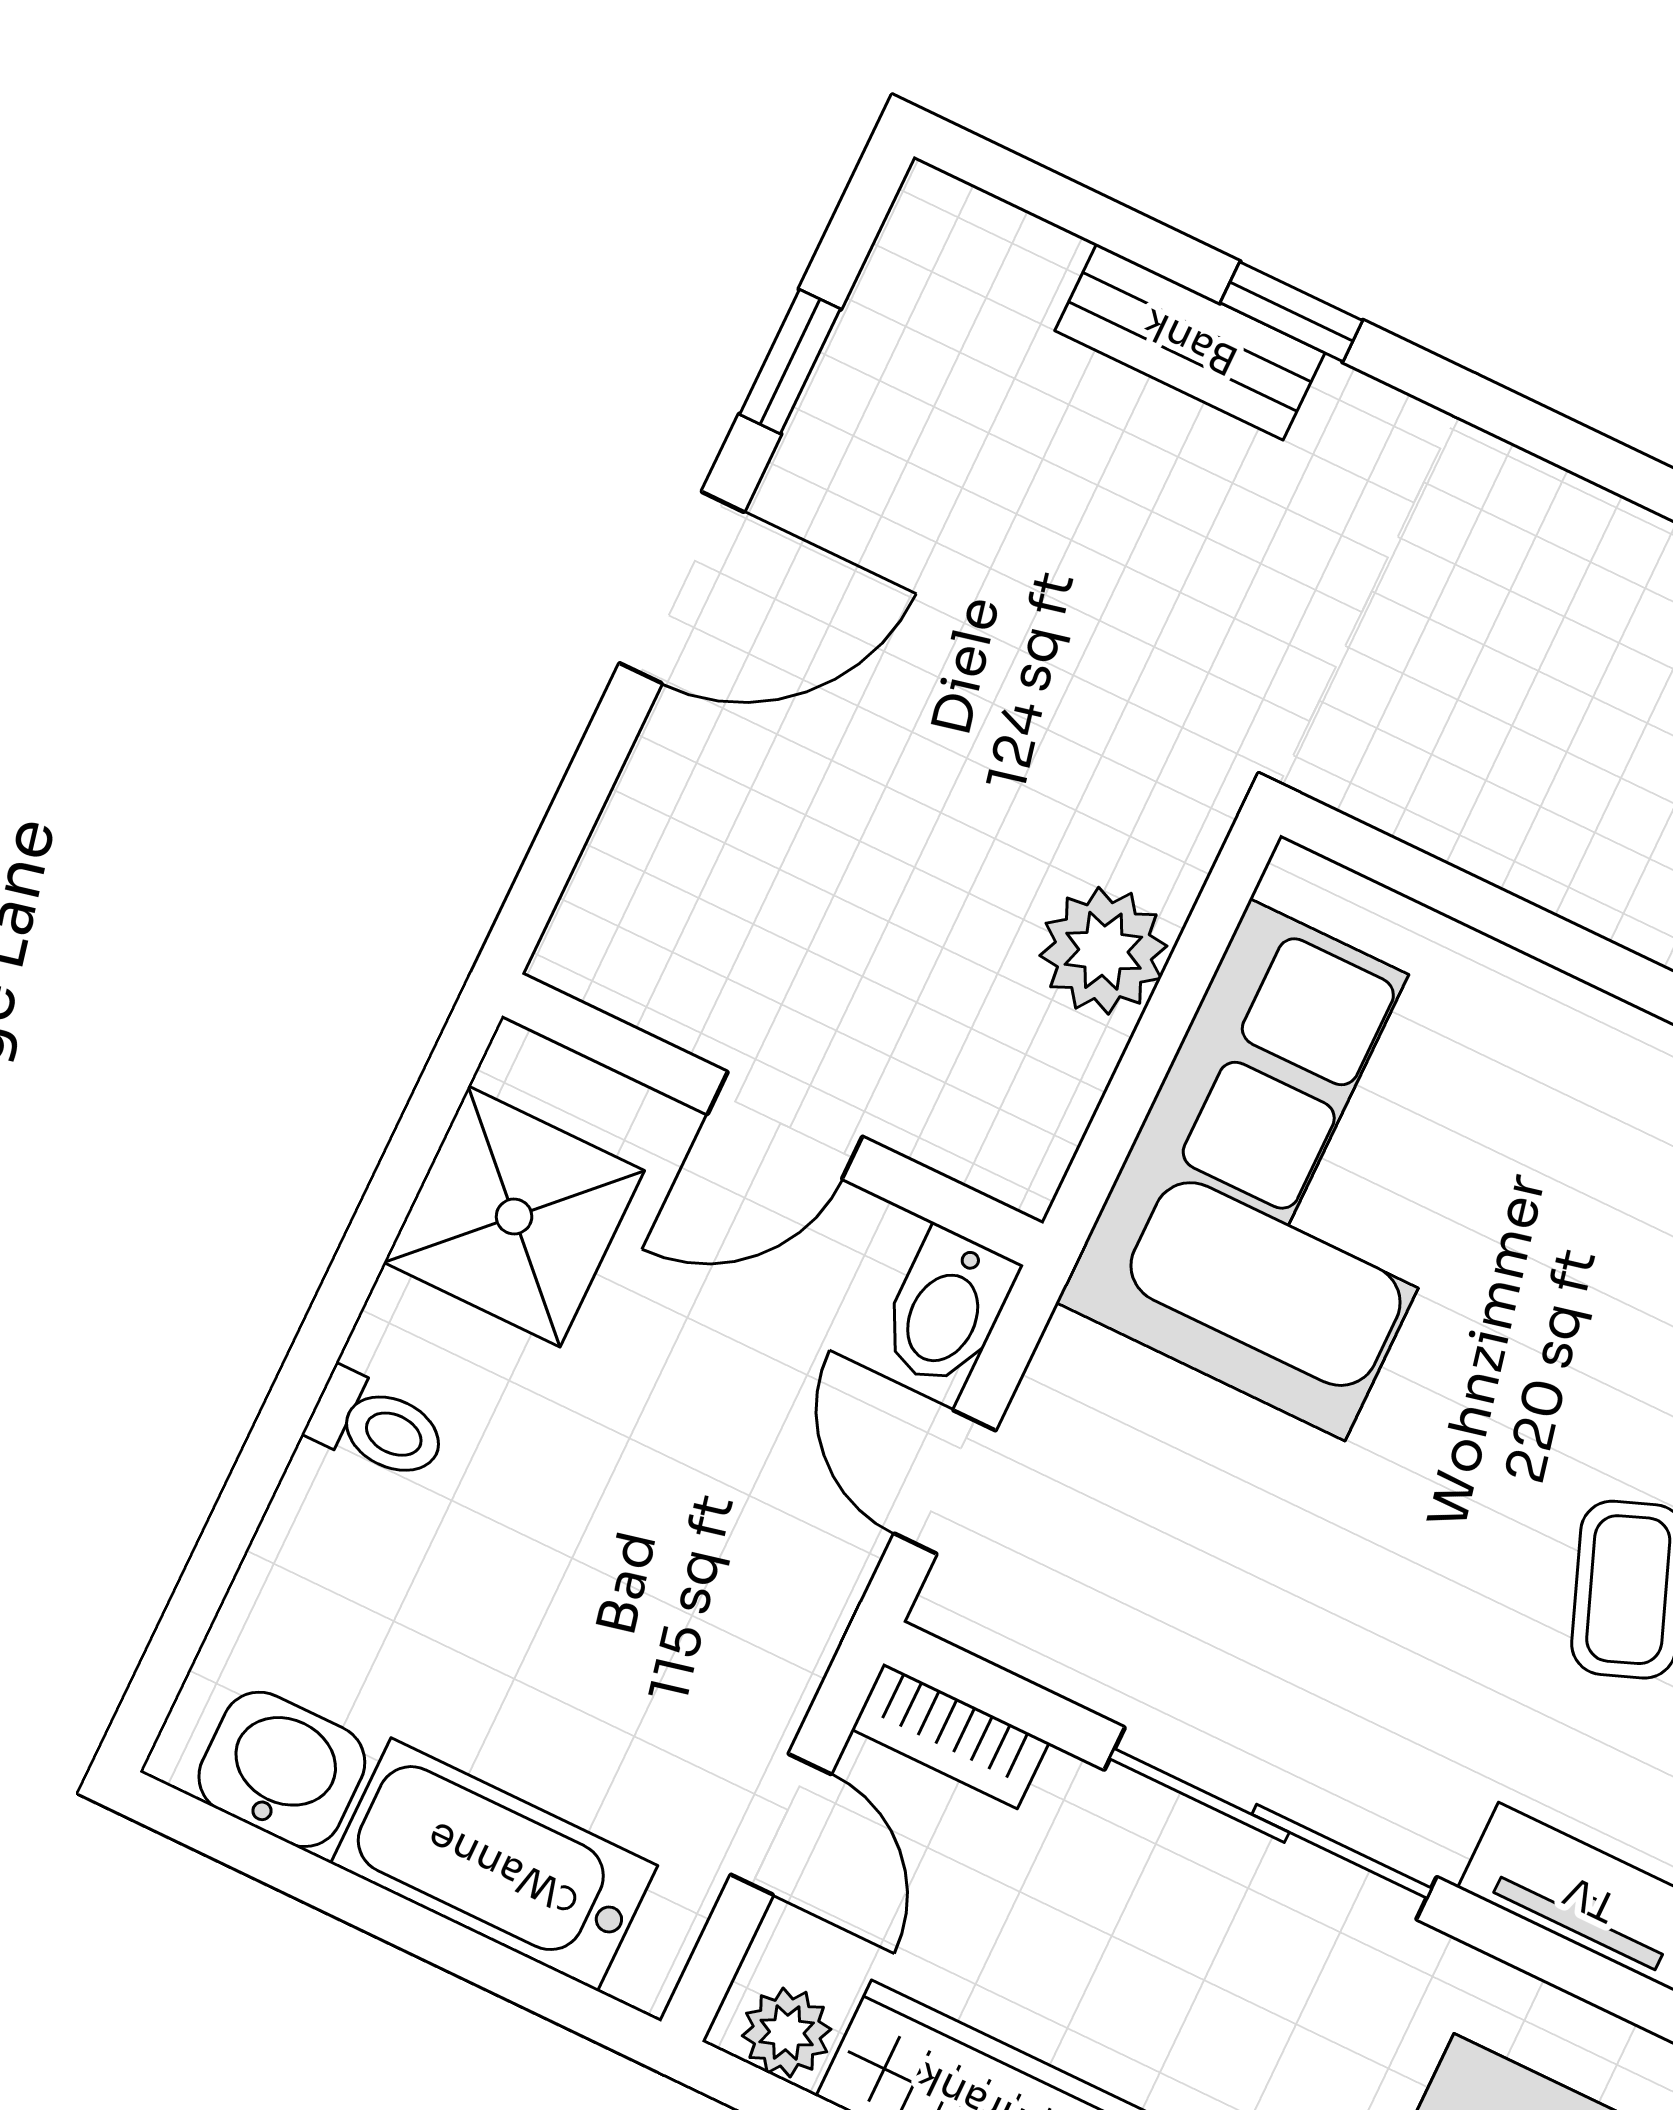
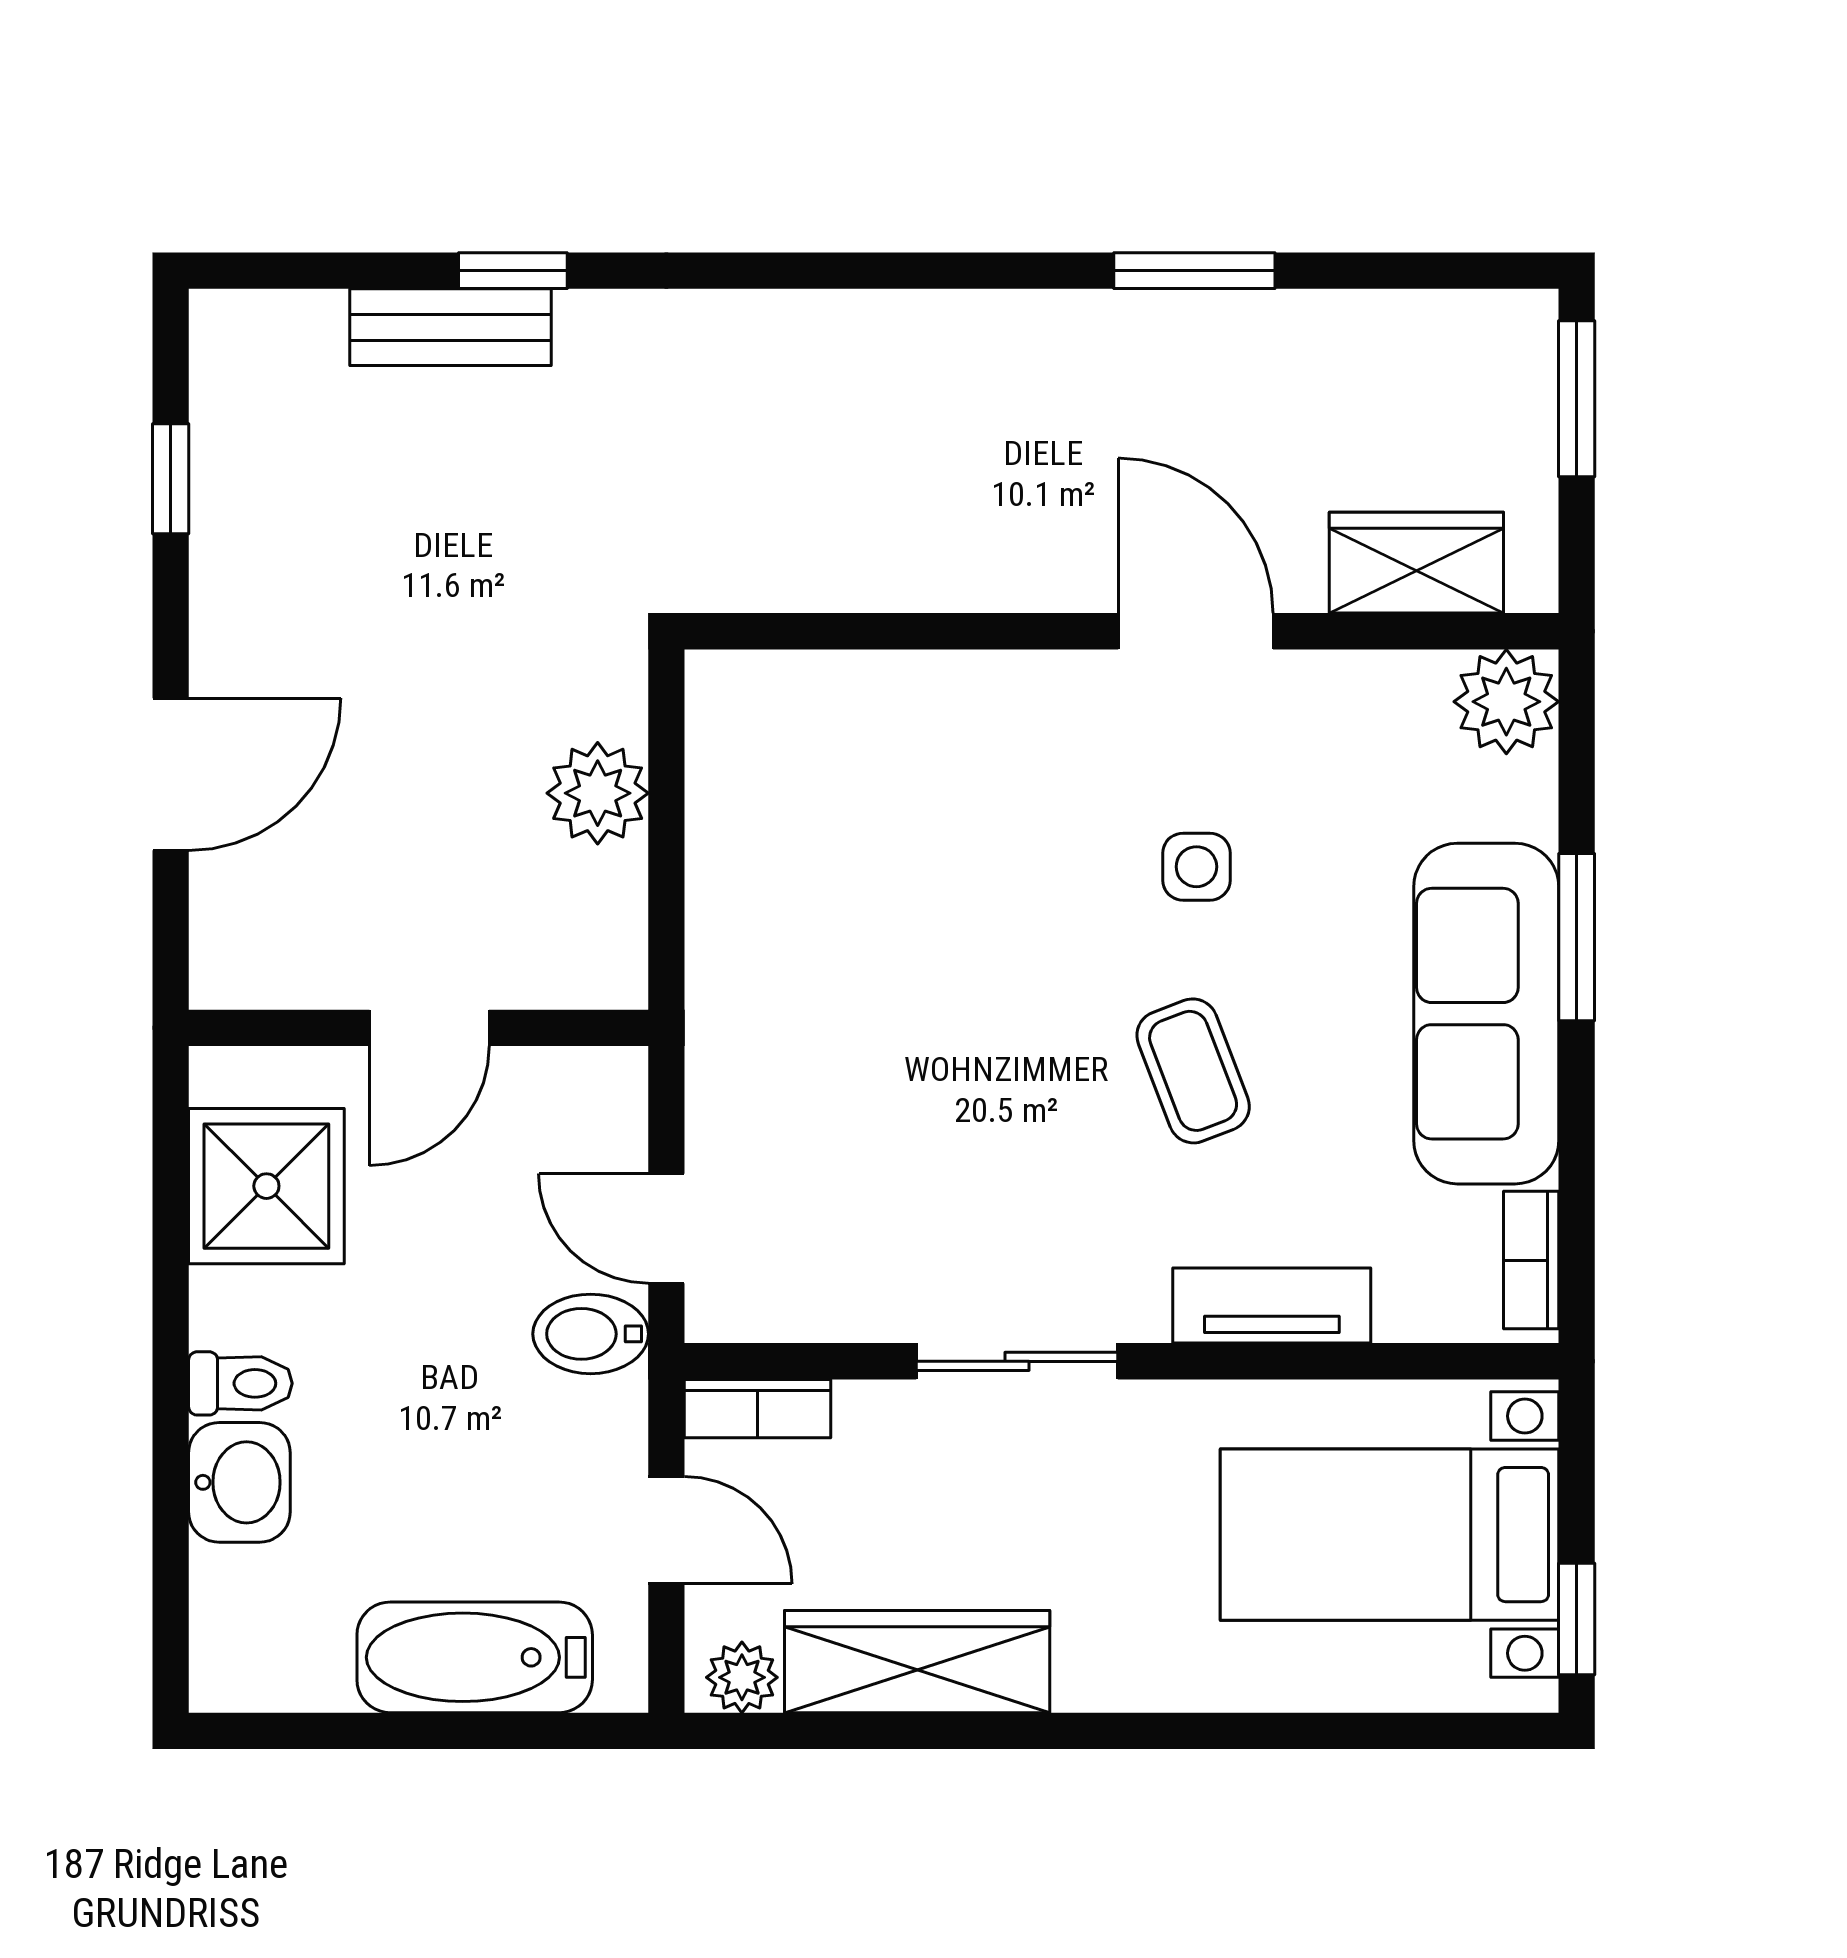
door: (682, 588) -> (171, 774), moved
corner sofa: (1297, 1170) -> (812, 884), removed
bidet: (947, 1309) -> (591, 1334), moved, turned 90
washbasin: (282, 1769) -> (239, 1482), moved, turned 90
sliding door: (1271, 1823) -> (1017, 1361), width x0.73

